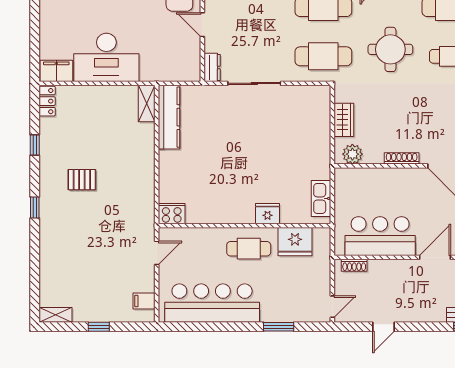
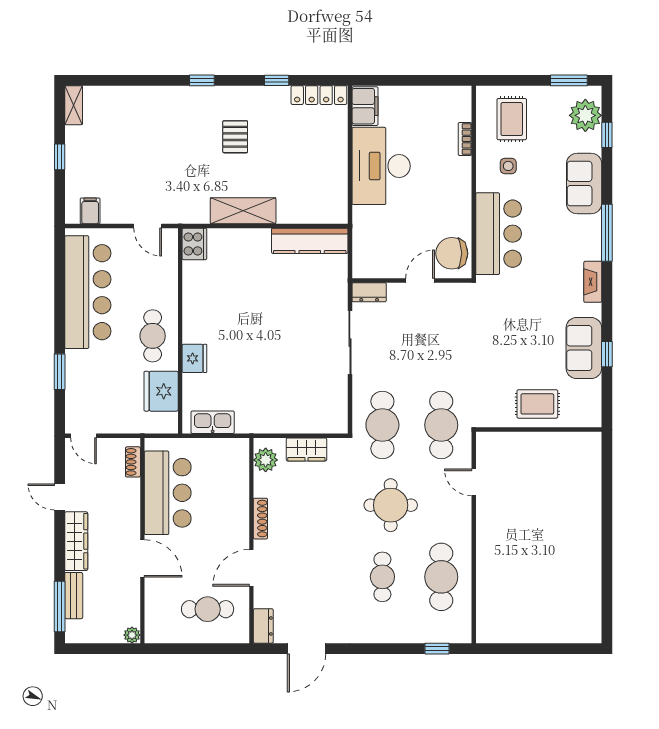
locker: (47, 101) -> (319, 95), width x1.53
shelving: (147, 104) -> (243, 211), moved, width x1.50, depth x1.33
wardrobe: (421, 313) -> (76, 541), added

